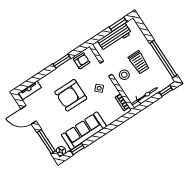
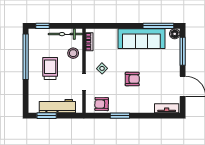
stool: (124, 75) -> (73, 53), moved
armchair: (71, 95) -> (132, 79), width x0.53, depth x0.53
window: (77, 149) -> (158, 26), width x2.17

